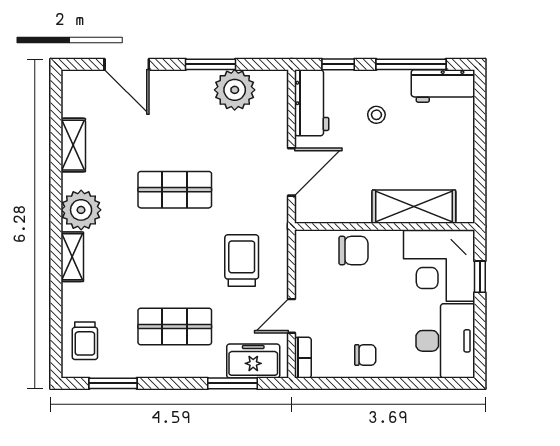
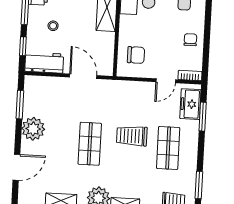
window: (210, 64) -> (20, 105), moved
plant: (235, 90) -> (33, 129), moved
chair: (353, 251) -> (136, 55), moved, turned 90
trolley: (242, 261) -> (132, 136), moved
door: (292, 316) -> (166, 81), hinge flipped

